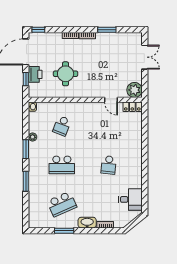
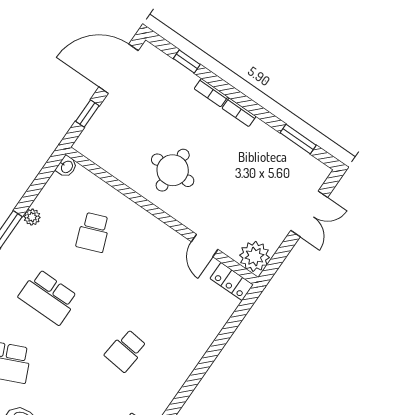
window: (38, 30) -> (187, 61), moved
window: (107, 30) -> (298, 139), moved
printer: (35, 74) -> (108, 116), removed
round table: (66, 74) -> (173, 170), moved
school desk: (62, 126) -> (93, 232), turned -42

